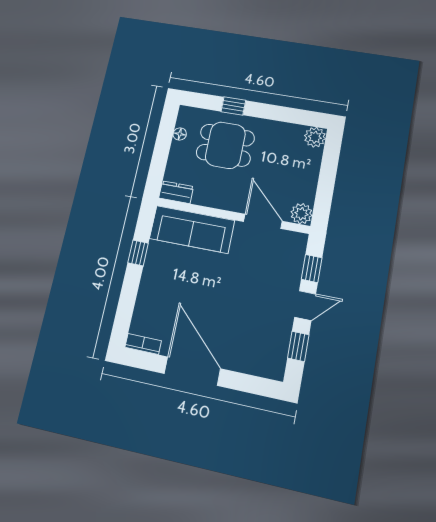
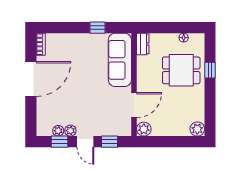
dining table: (225, 145) -> (181, 70), turned 90
plant: (284, 325) -> (70, 131), added
plant: (281, 345) -> (58, 131), added

